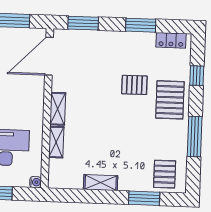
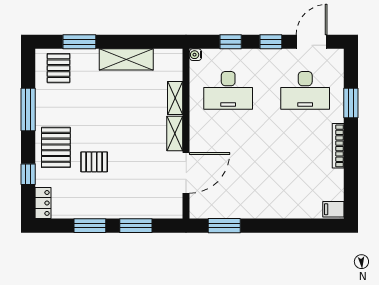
window: (83, 23) -> (136, 226), moved
locker: (171, 40) -> (43, 203), moved, turned 90
door: (49, 56) -> (186, 173), moved
shelving: (101, 183) -> (126, 59), width x1.50, depth x1.33

